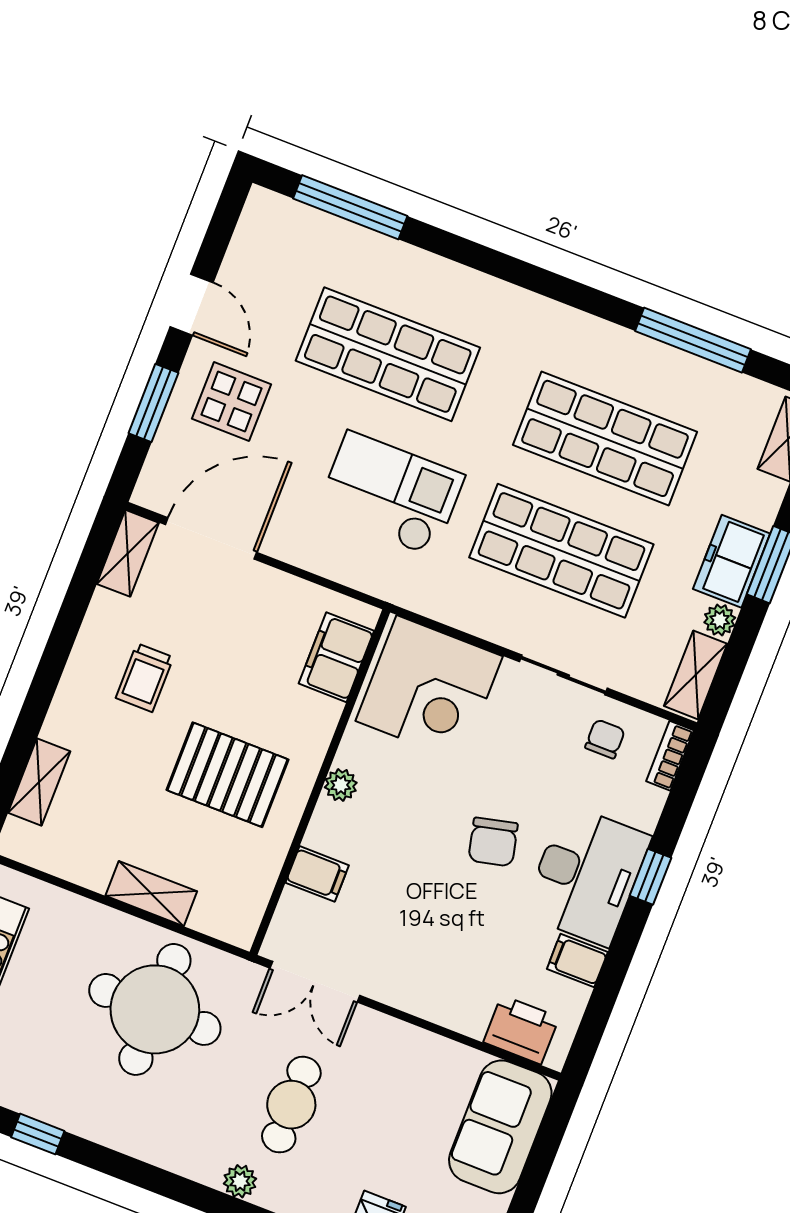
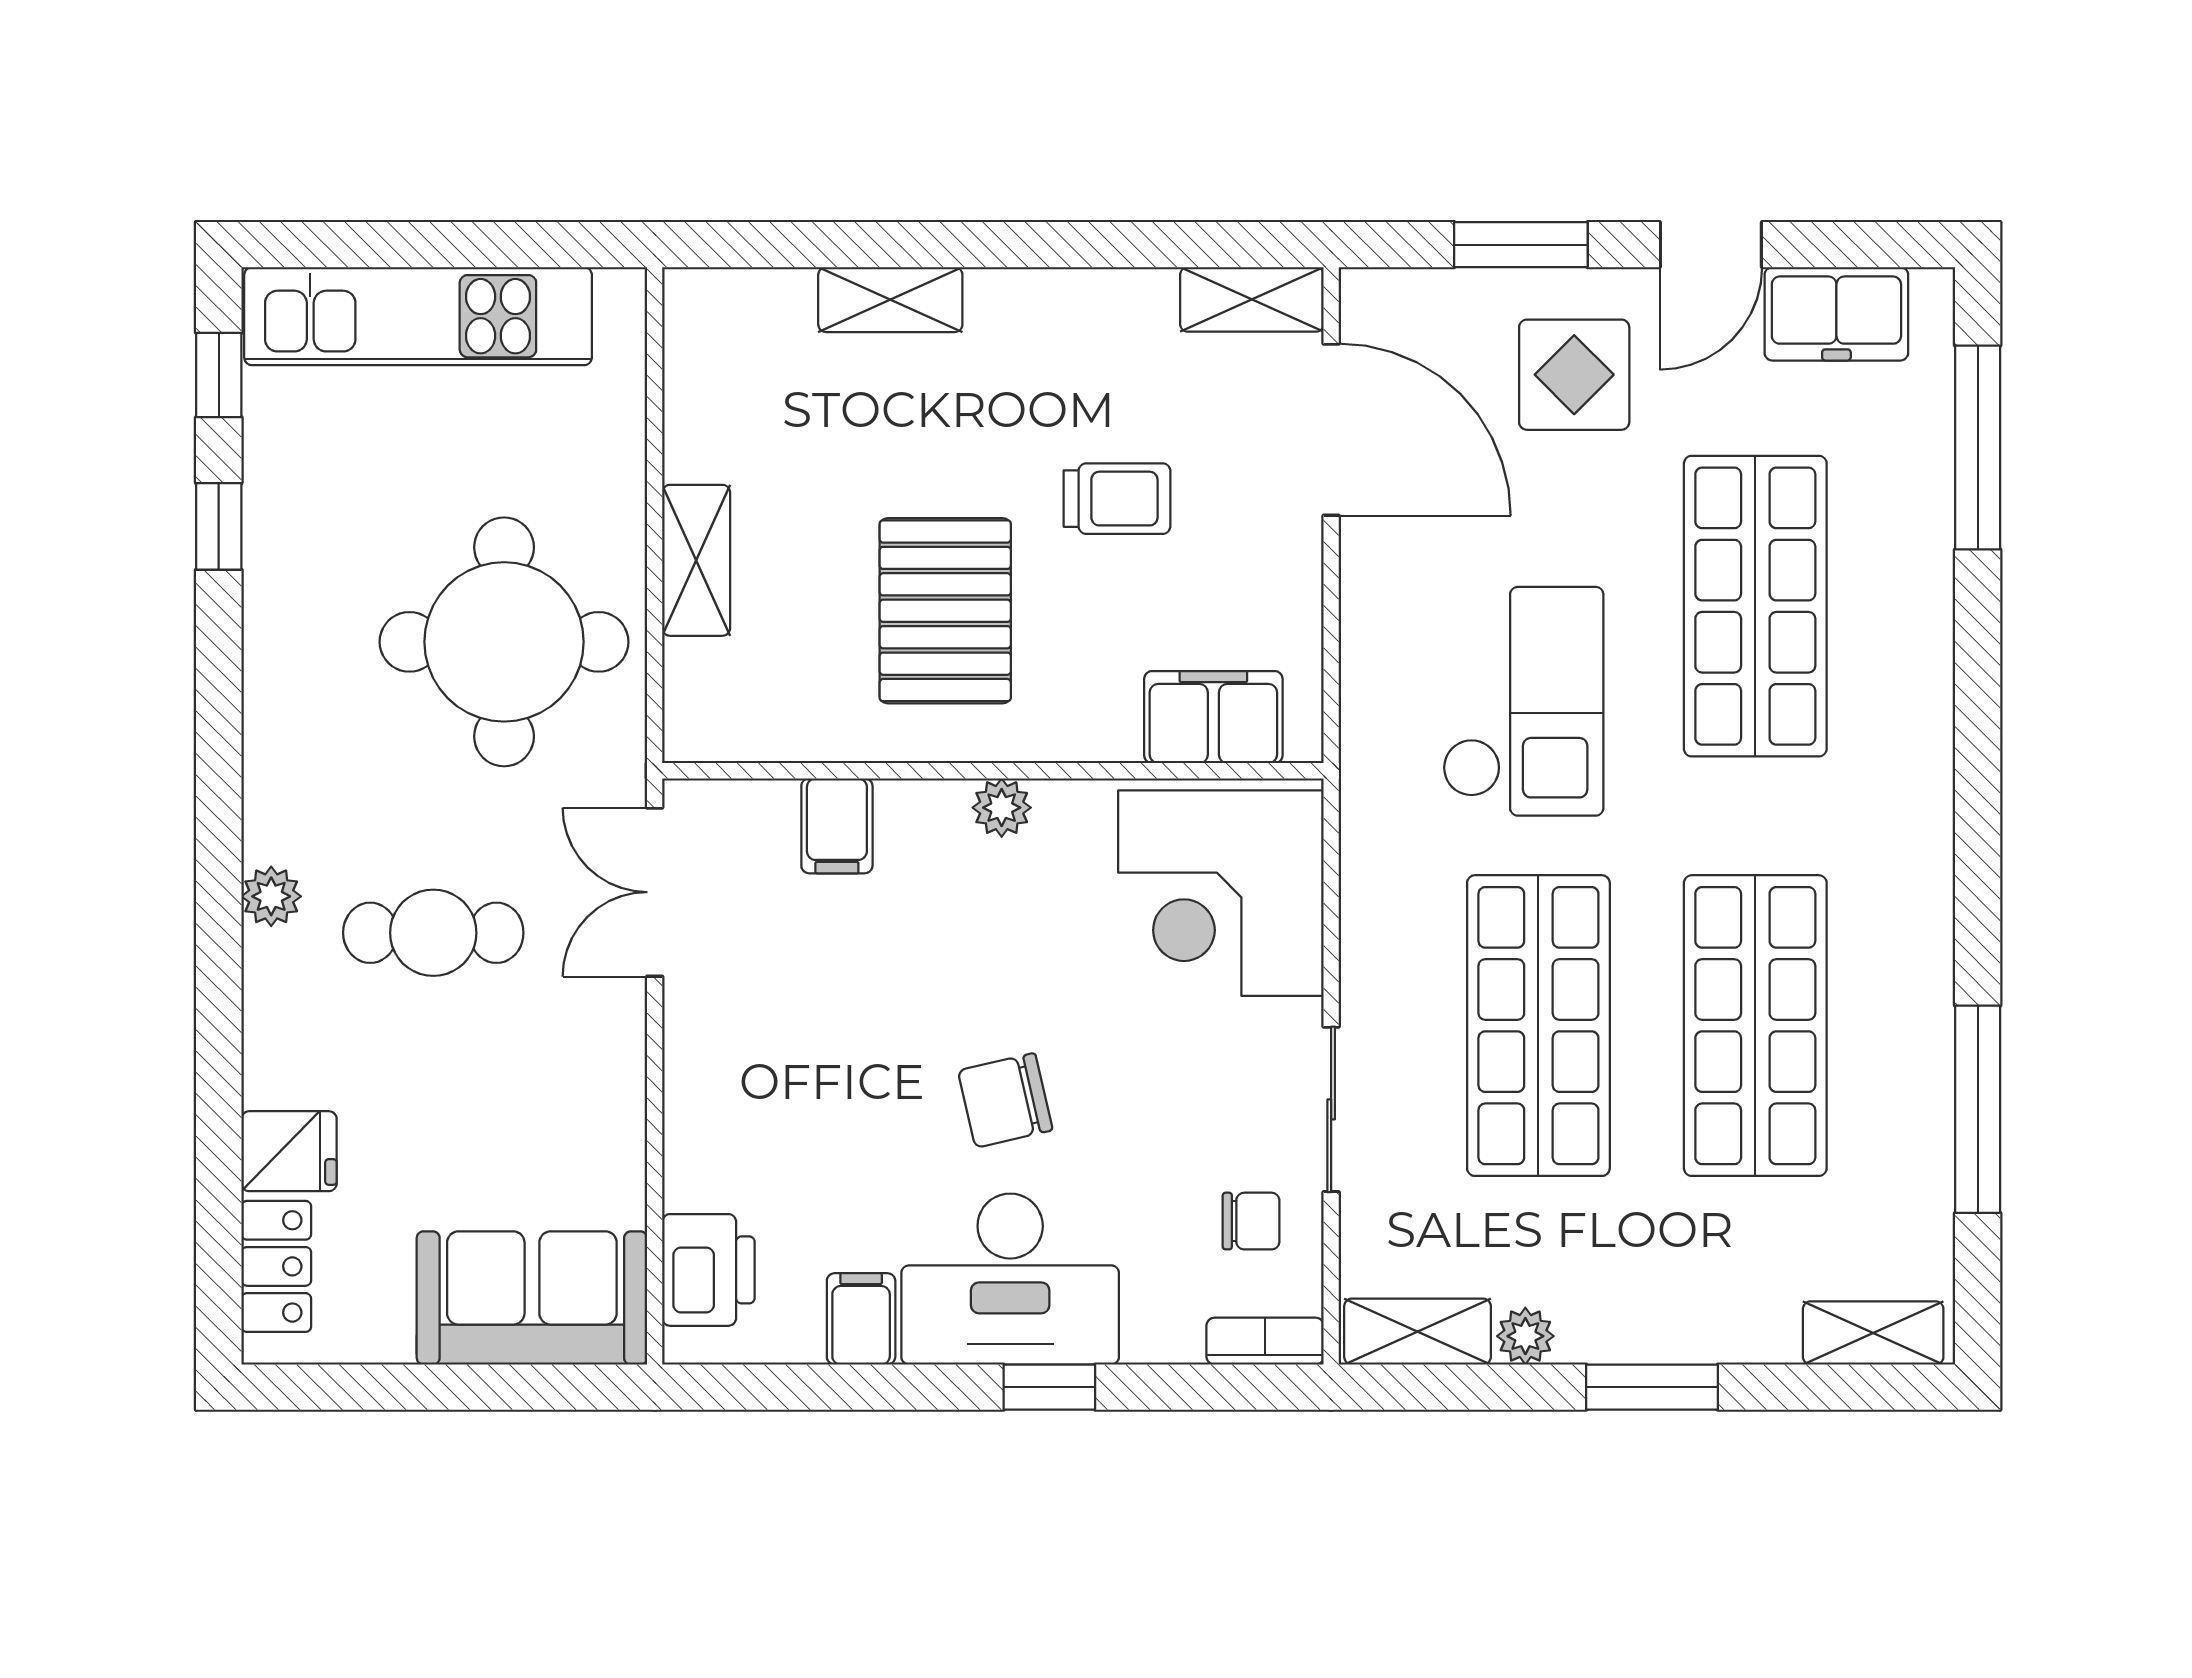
freezer: (732, 561) -> (1836, 314), moved, turned 180
trolley: (145, 678) -> (1117, 499), moved, turned 180
shelving: (39, 782) -> (890, 300), moved

